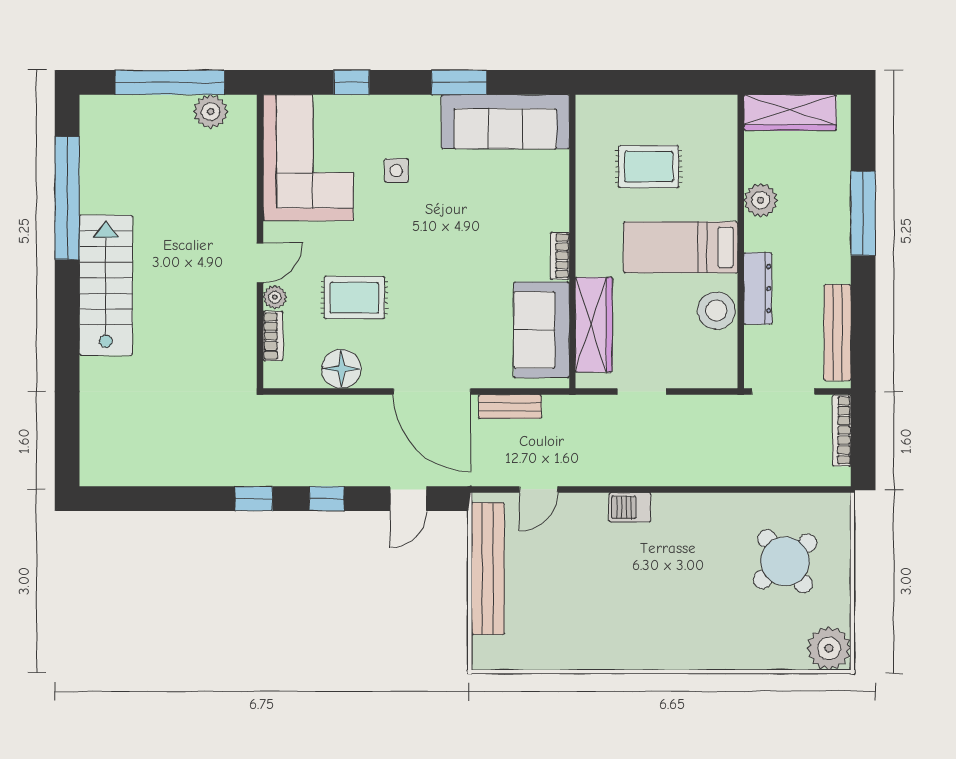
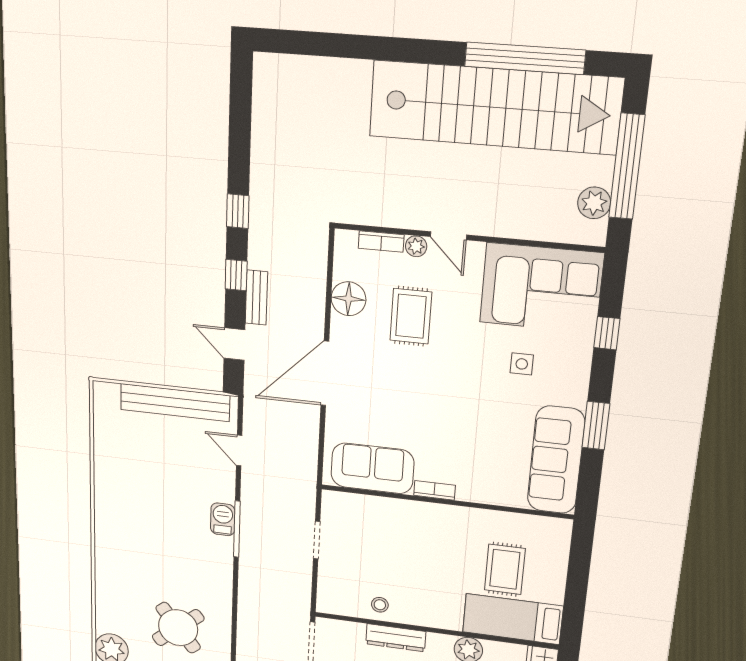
bed: (681, 247) -> (513, 619), moved, turned -90
stairs: (106, 285) -> (495, 107), width x1.86, depth x1.51
stool: (716, 311) -> (380, 605), width x0.53, depth x0.53
wardrobe: (594, 325) -> (374, 510), removed
bench: (510, 407) -> (256, 298), moved
window: (641, 489) -> (237, 529), added

